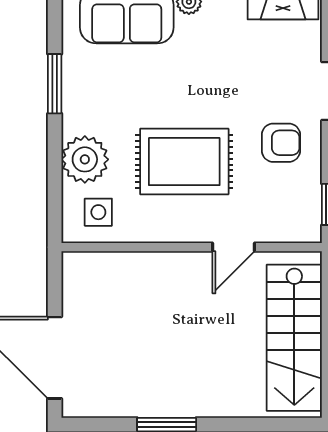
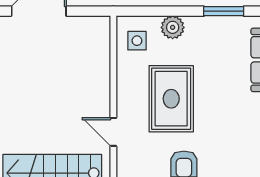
plant: (85, 159) -> (173, 27), width x0.73, depth x0.73

